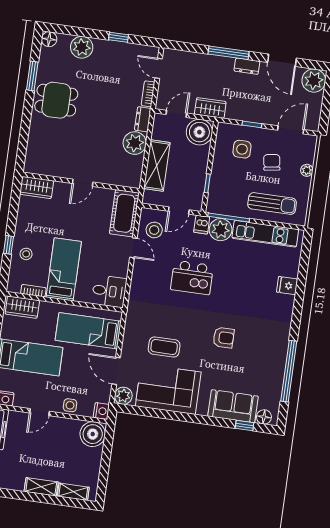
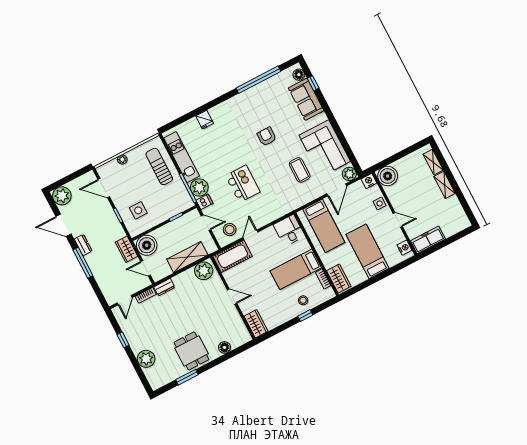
floor lamp: (49, 39) -> (225, 347), moved
door: (282, 60) -> (63, 225), swing flipped
plant: (135, 143) -> (204, 271), moved
chair: (272, 162) -> (133, 185), removed

